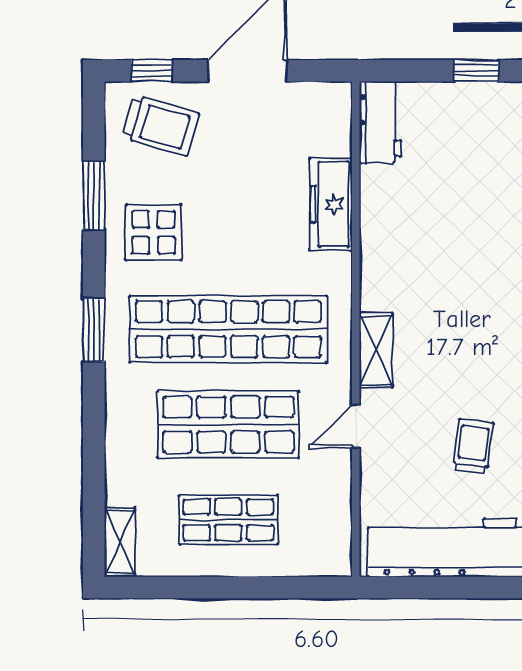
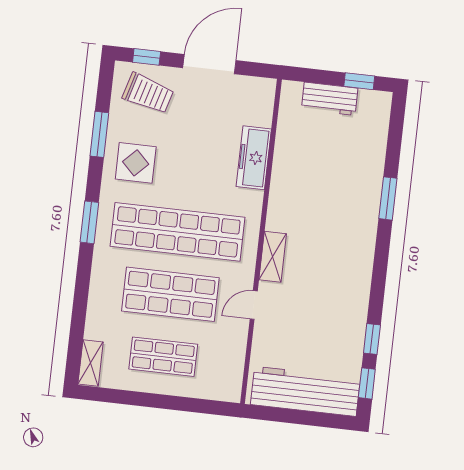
workbench: (380, 122) -> (330, 99), moved, turned 90
trolley: (473, 446) -> (329, 327), removed

